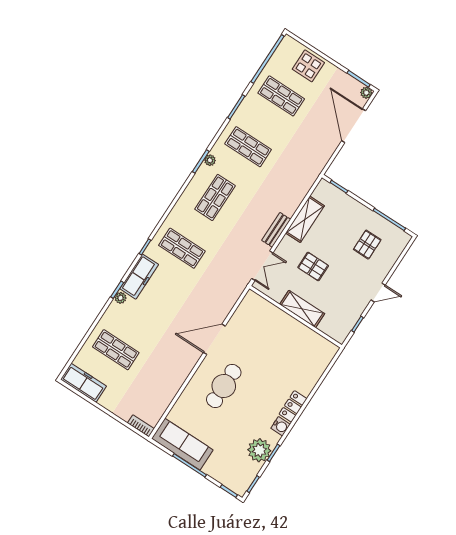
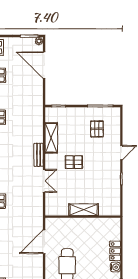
shelving: (302, 309) -> (84, 210), moved
wall: (296, 317) -> (83, 217), moved

